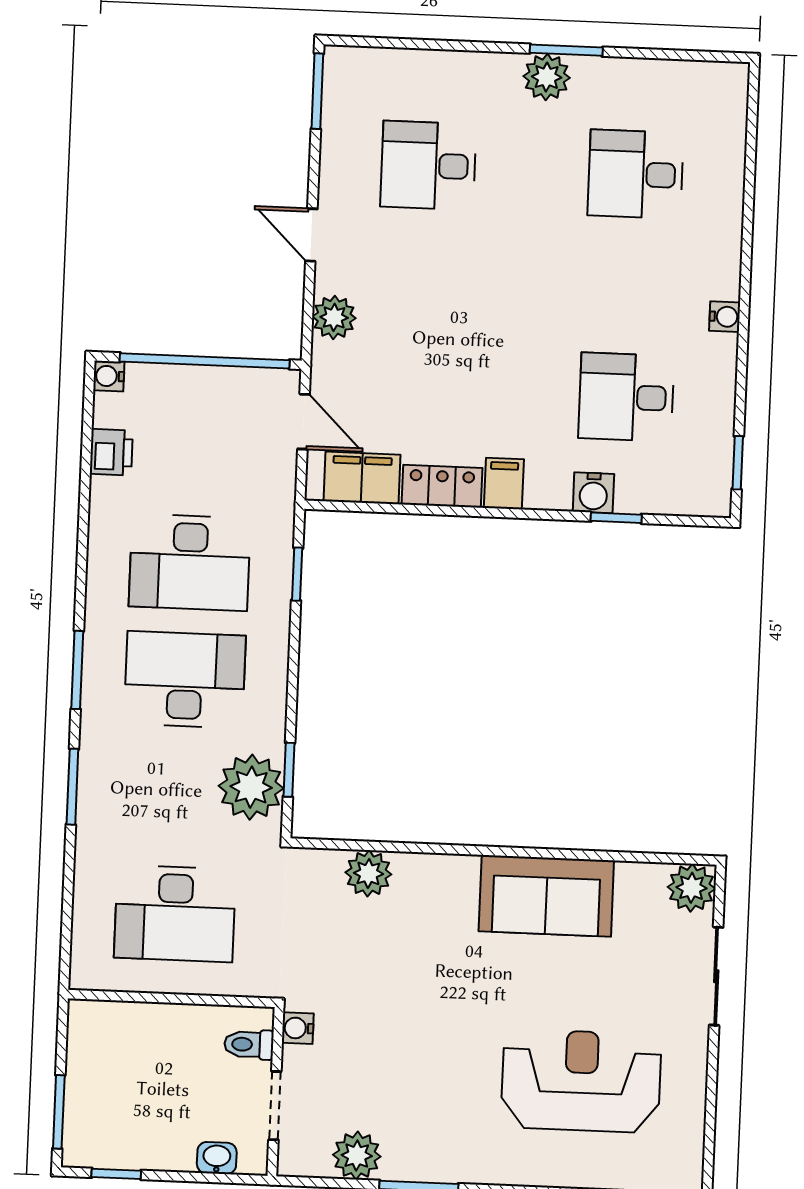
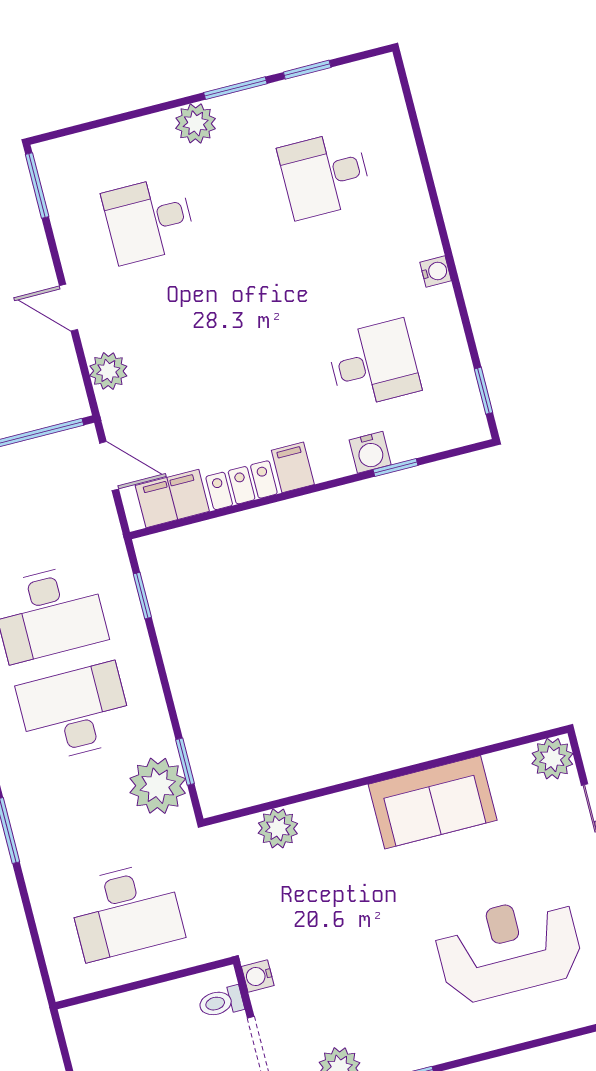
window: (651, 54) -> (307, 70), added
plant: (547, 77) -> (196, 123), moved
desk: (626, 397) -> (373, 364), turned 180

